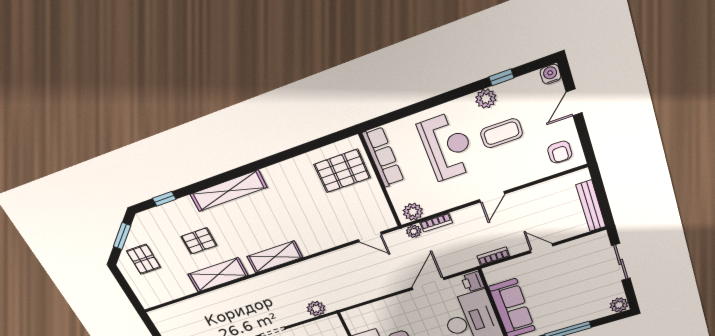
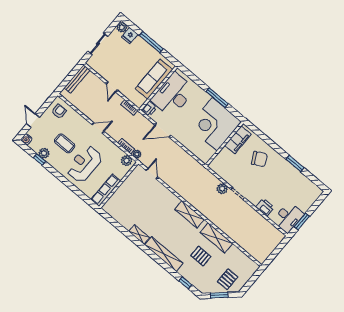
plant: (486, 99) -> (44, 153), moved
door: (574, 102) -> (33, 121), swing flipped
shelving: (280, 170) -> (139, 235), added
pallet: (342, 171) -> (123, 205), removed
plant: (316, 309) -> (222, 189), moved
fridge: (599, 309) -> (130, 36), added

